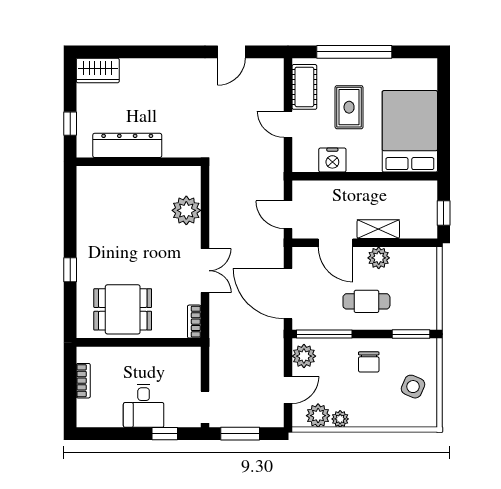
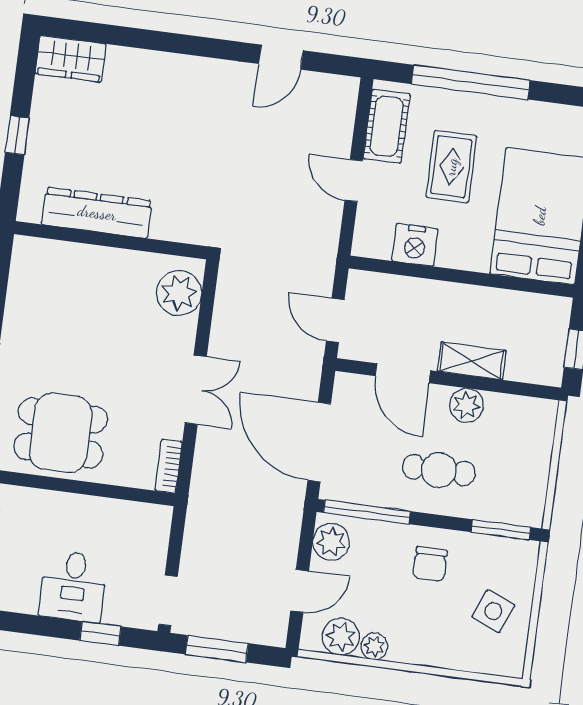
dresser: (127, 145) -> (97, 213), moved
wall: (139, 162) -> (111, 240), moved

